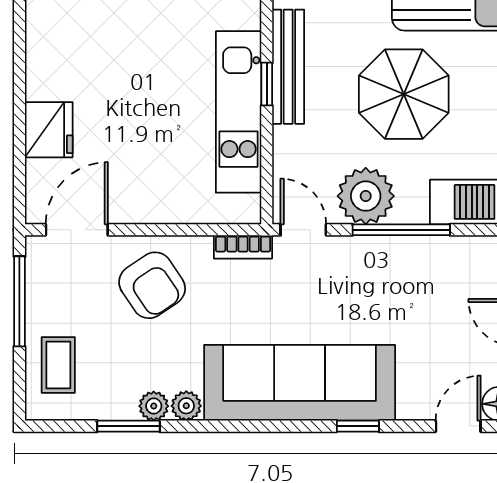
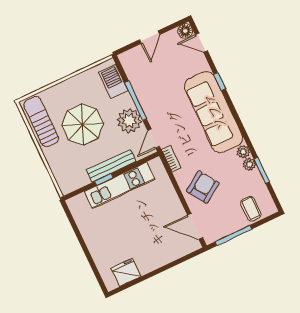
bench: (288, 67) -> (111, 166), moved
fridge: (49, 130) -> (126, 272), moved
coffee table: (58, 365) -> (251, 209), turned 90

